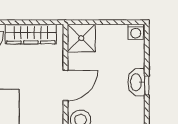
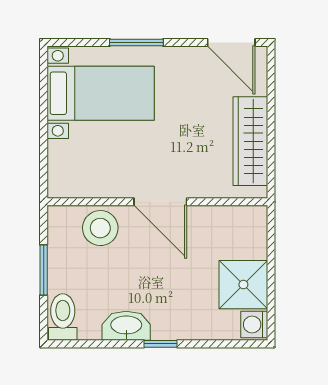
shower: (81, 38) -> (243, 285), moved
washbasin: (136, 82) -> (126, 326), moved

